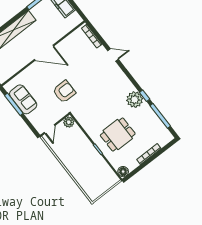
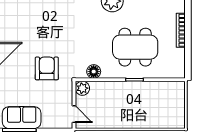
dining table: (118, 135) -> (135, 47), width x1.38
floor lamp: (123, 172) -> (94, 72), moved

